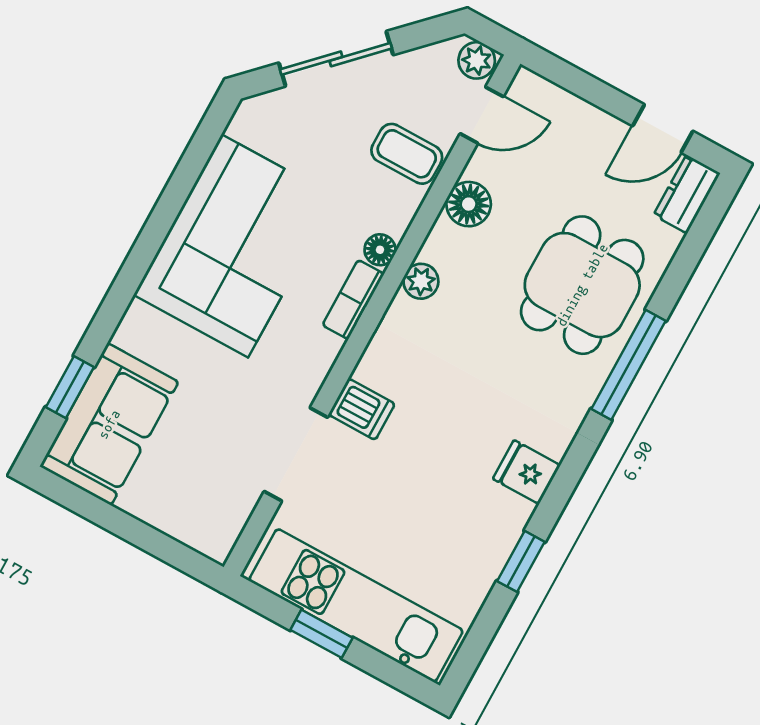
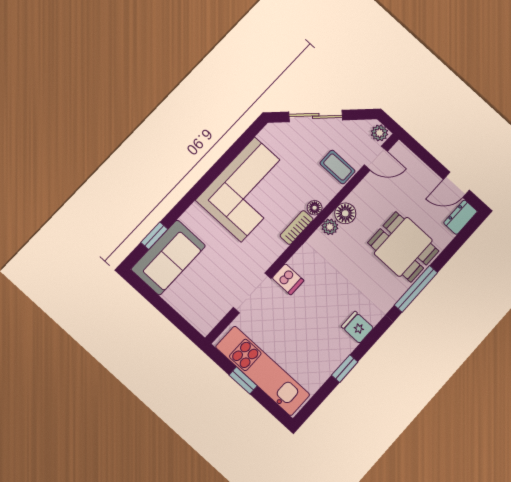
floor lamp: (469, 204) -> (345, 213), moved
dining table: (582, 285) -> (403, 247), turned 90

